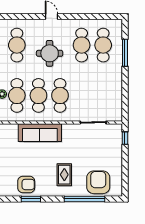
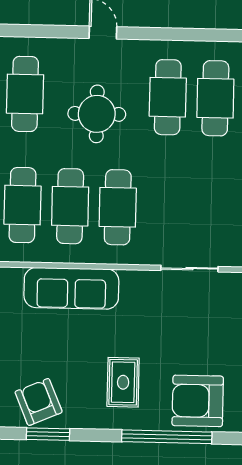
armchair: (98, 182) -> (198, 401), turned -90
armchair: (26, 184) -> (39, 402), turned -113

